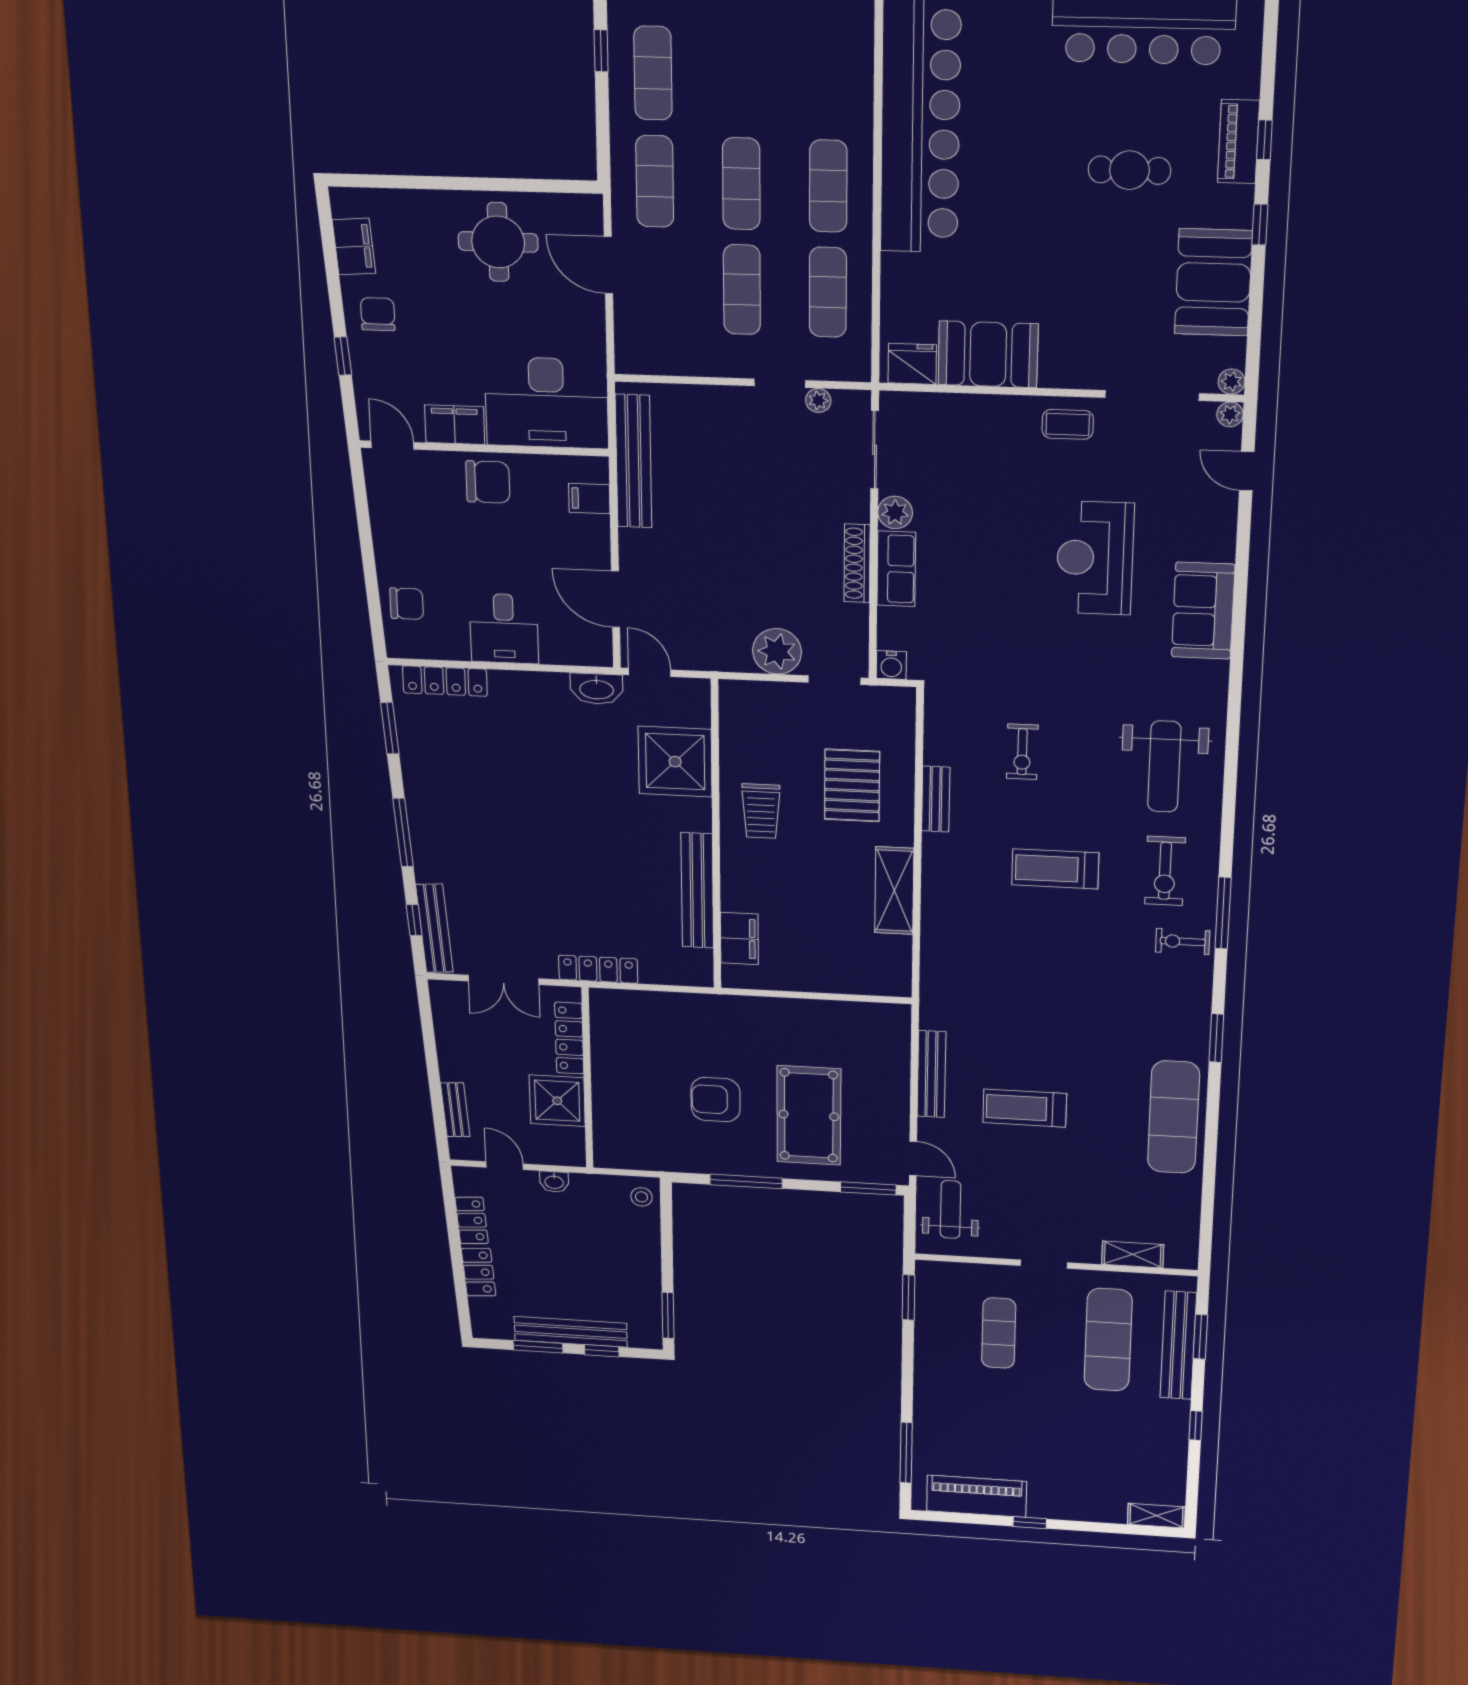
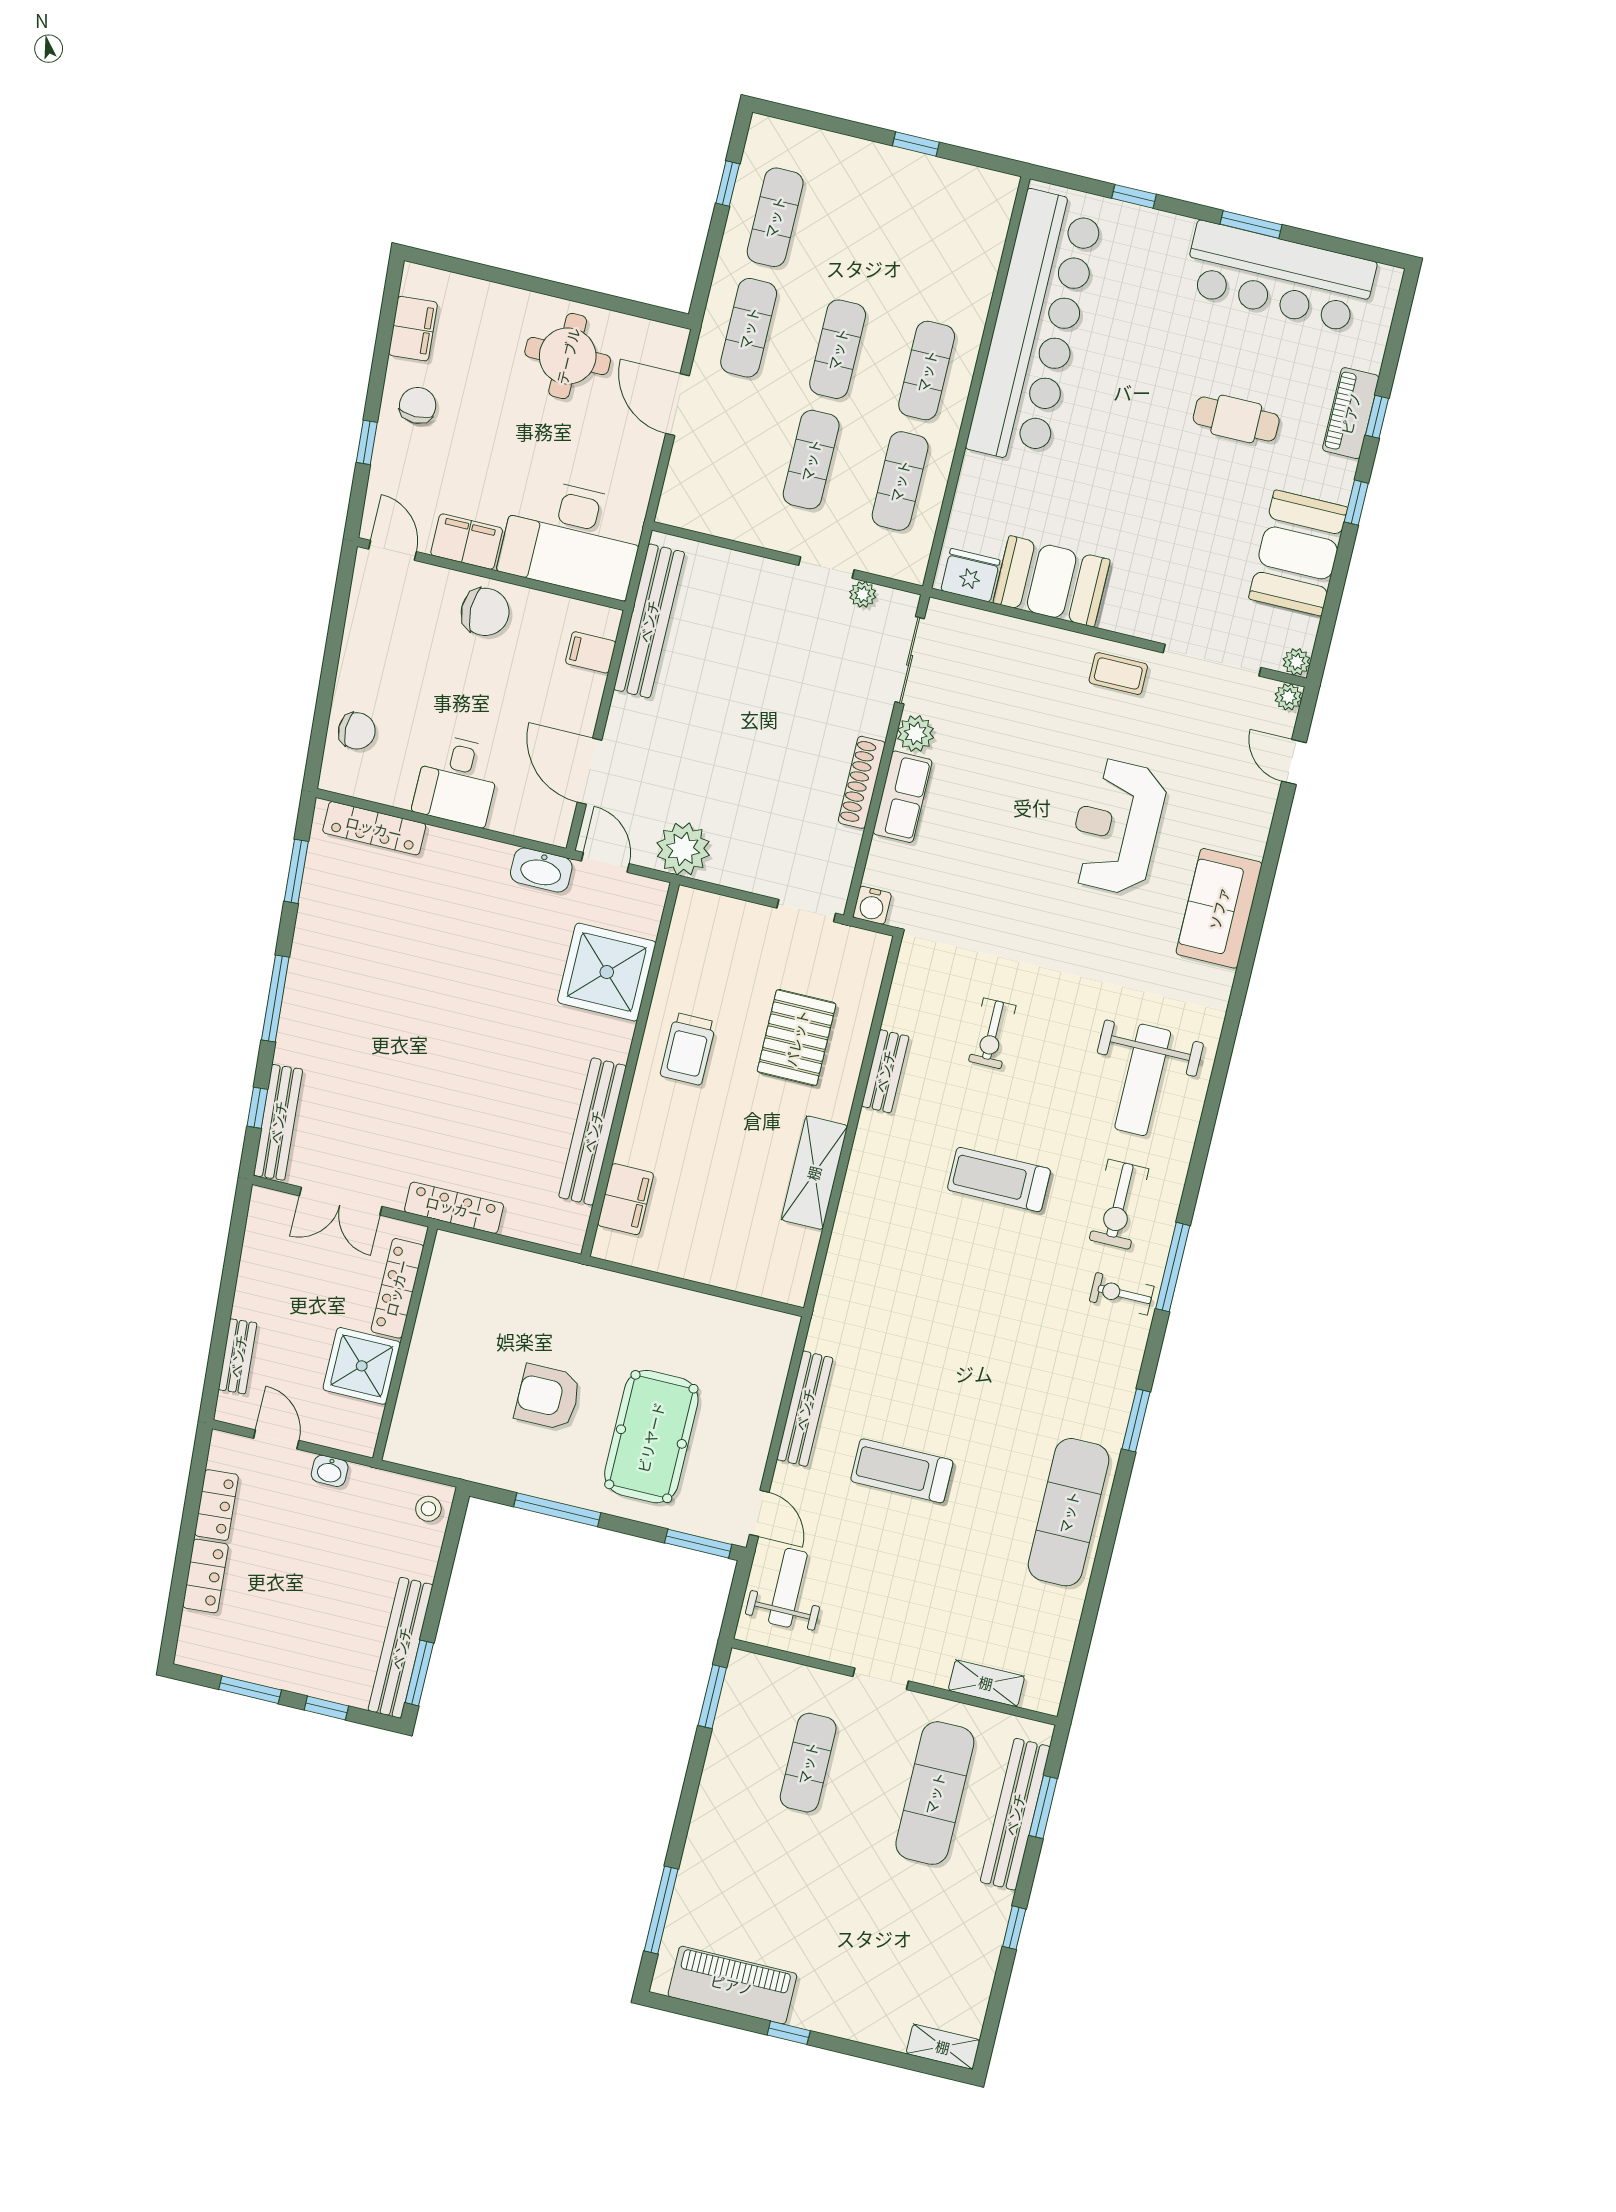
plant: (777, 651) -> (683, 849), moved
bench: (571, 1332) -> (401, 1648), moved, turned 90

